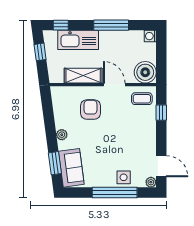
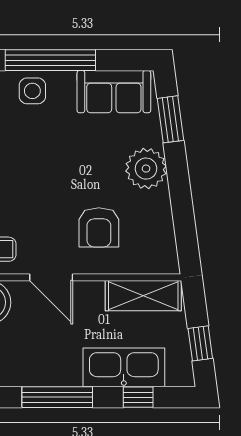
window: (61, 25) -> (138, 397), moved
shelving: (83, 76) -> (143, 296), moved
plant: (62, 135) -> (146, 169), width x1.88, depth x1.88
sofa: (71, 168) -> (114, 92), moved, turned -82

